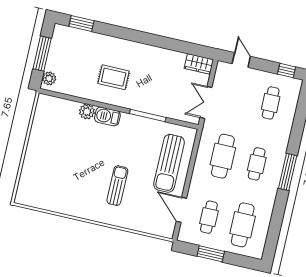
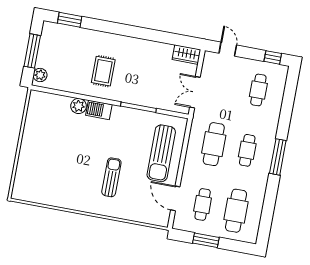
rug: (114, 77) -> (103, 71), turned 90

